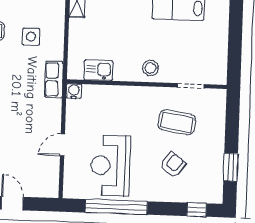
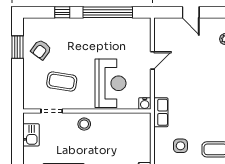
kitchen sink: (98, 70) -> (31, 135), moved, turned -90
armchair: (173, 165) -> (41, 50), moved
reception desk: (110, 166) -> (110, 83), moved
window: (197, 210) -> (62, 12), moved

